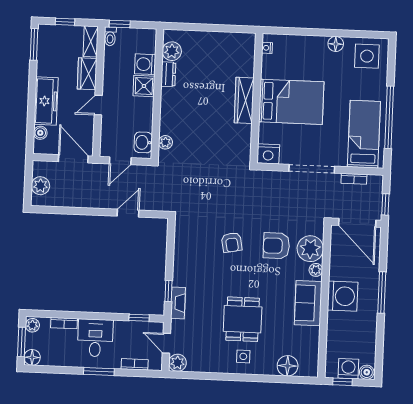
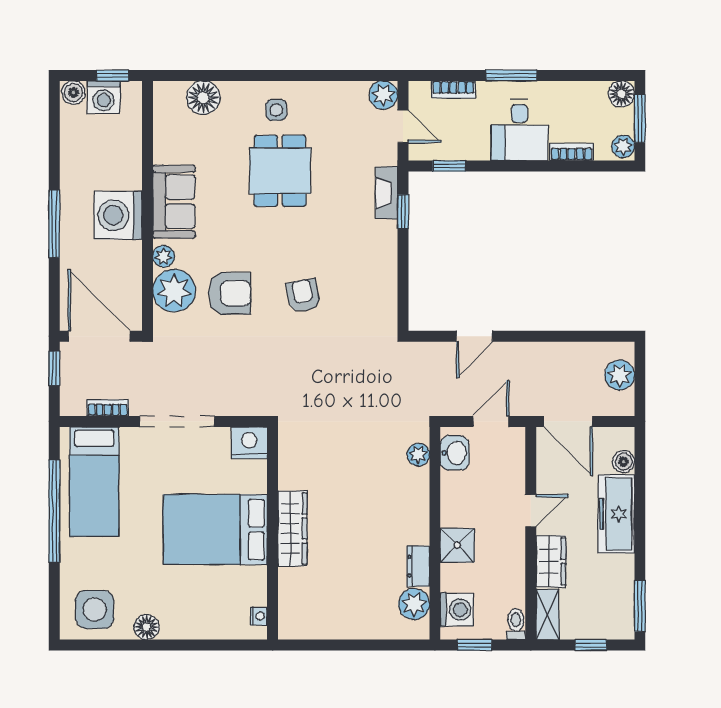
window: (120, 24) -> (474, 645), moved
washing machine: (145, 64) -> (457, 610), moved

